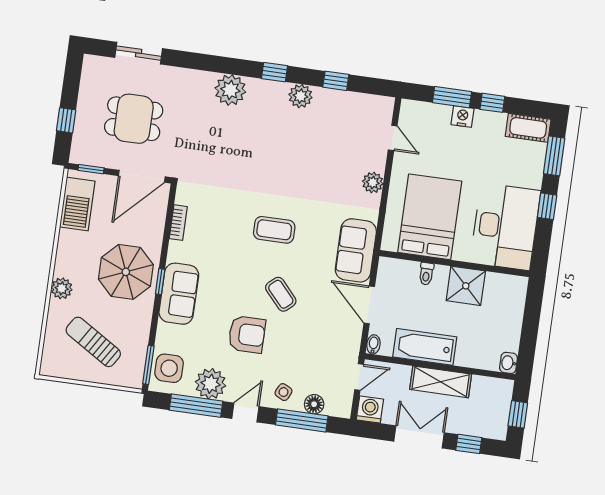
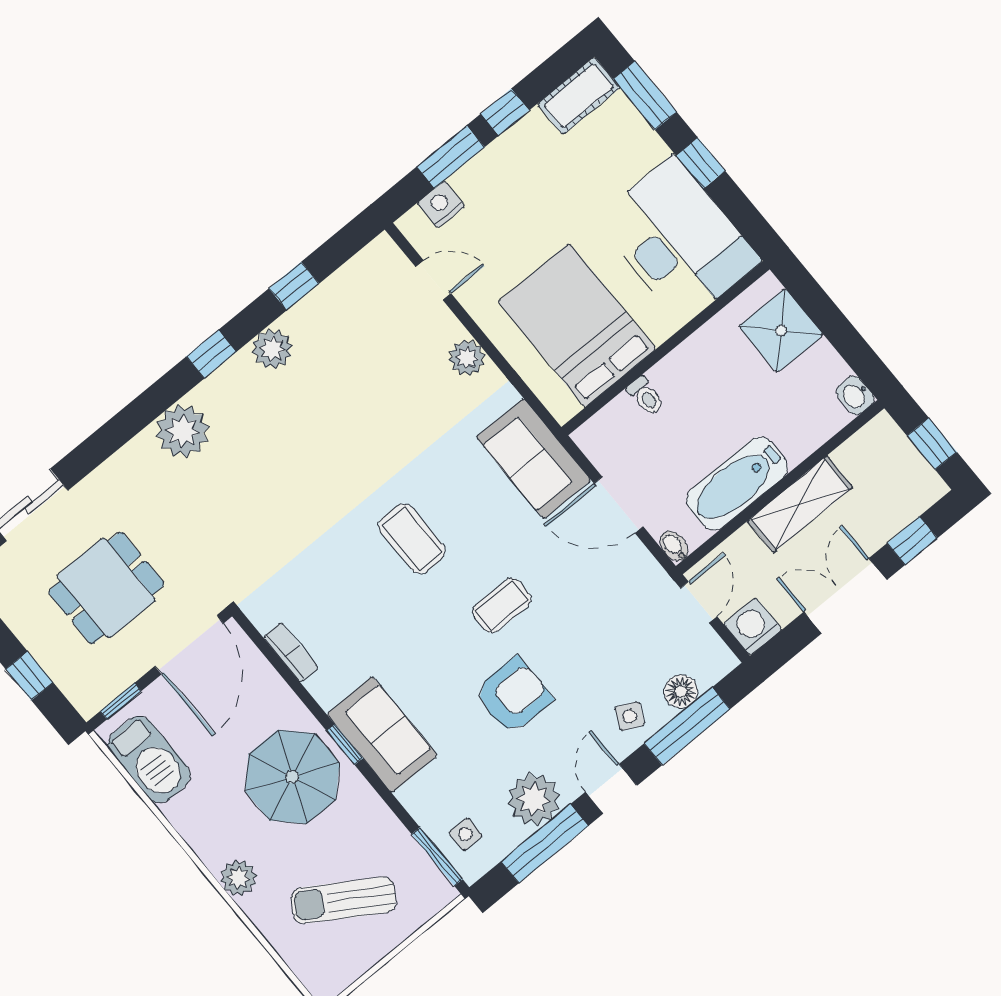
nightstand: (463, 116) -> (441, 205), moved
coffee table: (274, 230) -> (412, 539), turned 90
shower: (466, 286) -> (781, 330), moved
coffee table: (281, 294) -> (502, 605), turned -48
side table: (169, 368) -> (466, 834), width x0.54, depth x0.54

